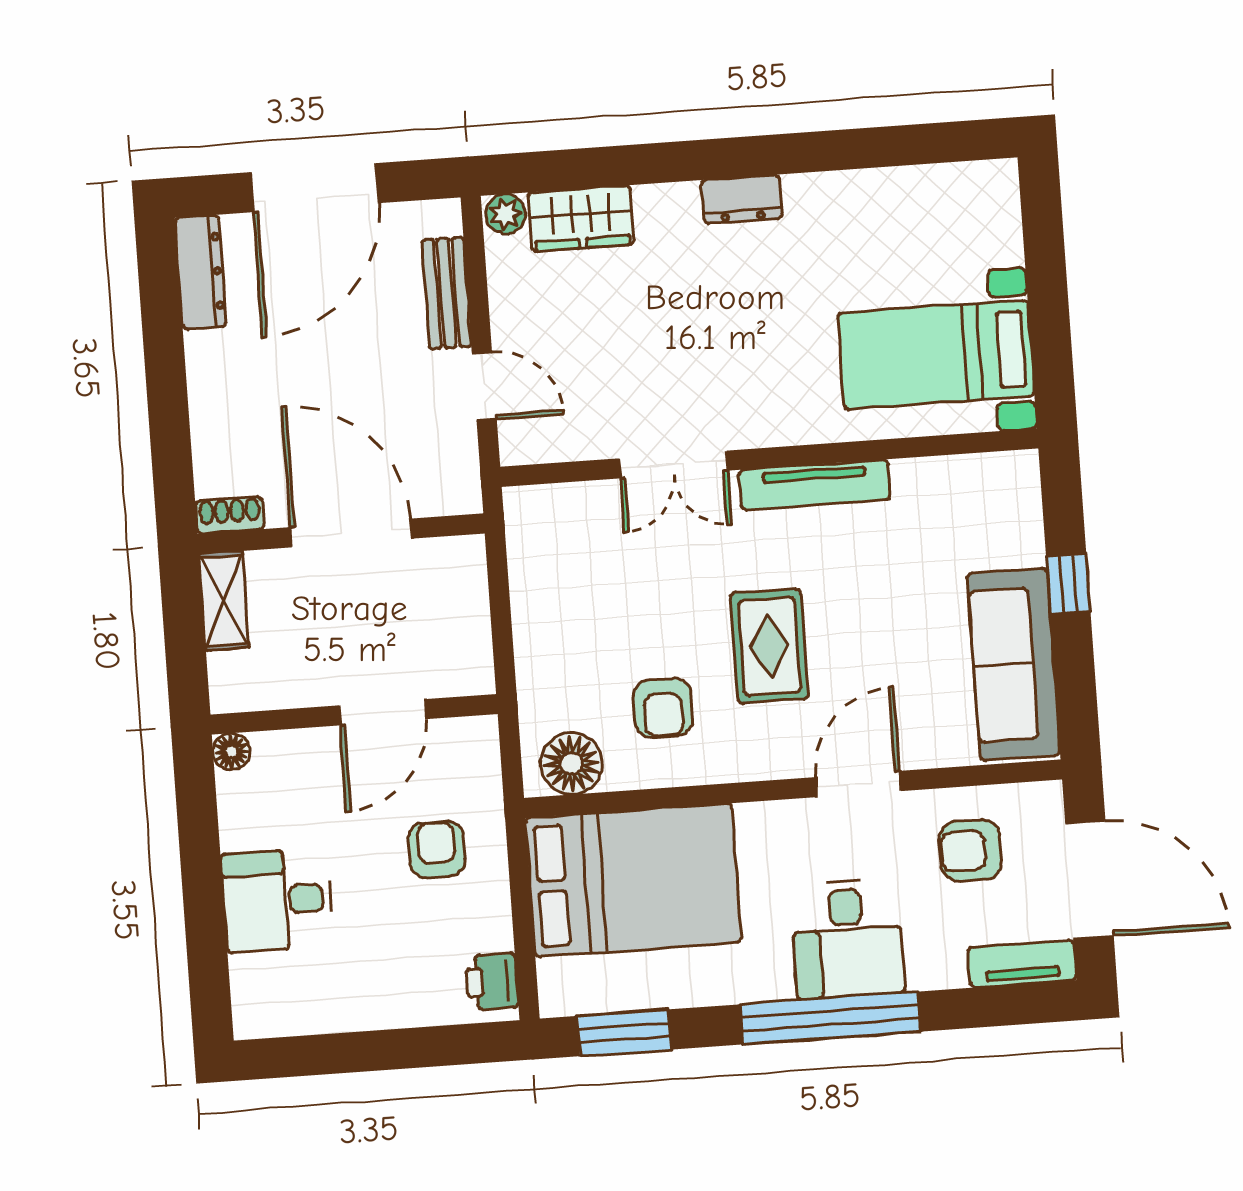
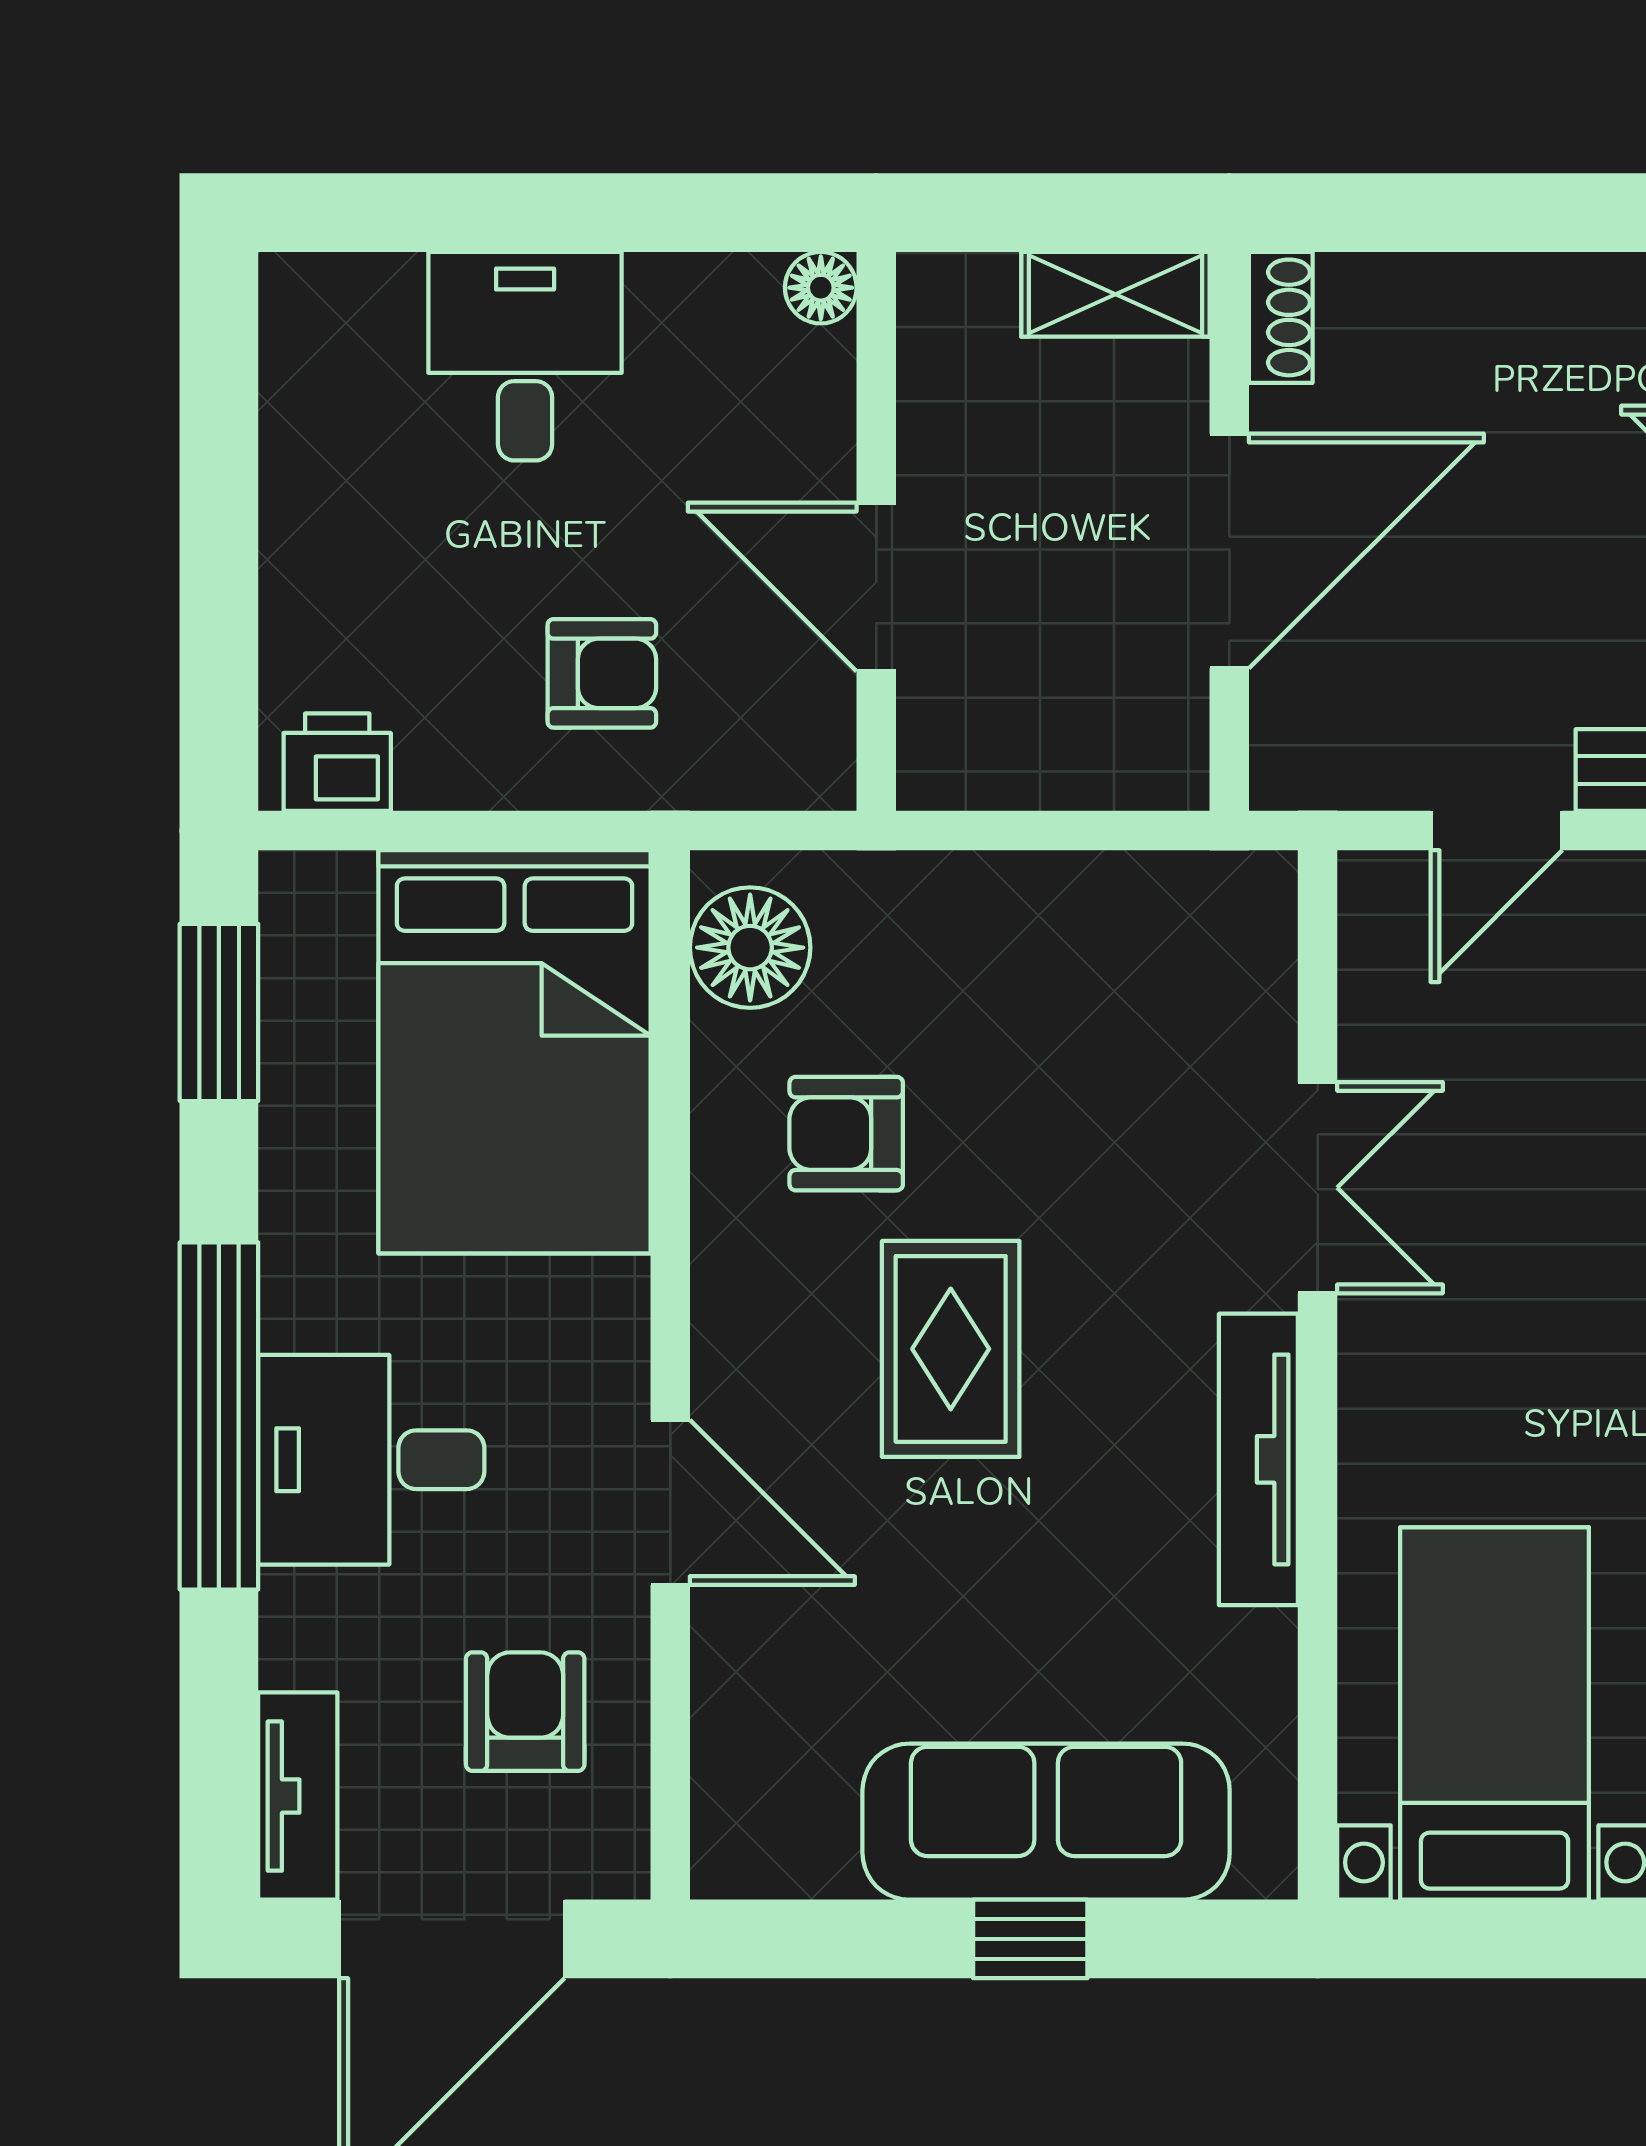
double door: (673, 464) -> (1318, 1188), swing flipped
rug: (769, 646) -> (951, 1349), turned 90
sofa: (1014, 664) -> (1046, 1822), moved

